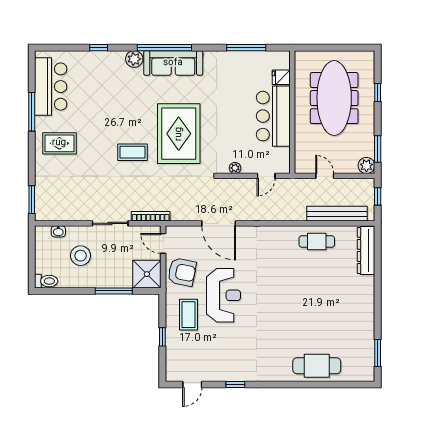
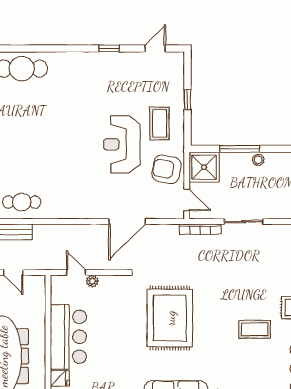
coffee table: (132, 152) -> (255, 329), moved
plant: (235, 168) -> (92, 281), moved
door: (266, 176) -> (76, 272), hinge flipped
door: (219, 223) -> (127, 221), swing flipped
stool: (81, 256) -> (258, 160), moved, width x0.53, depth x0.53

